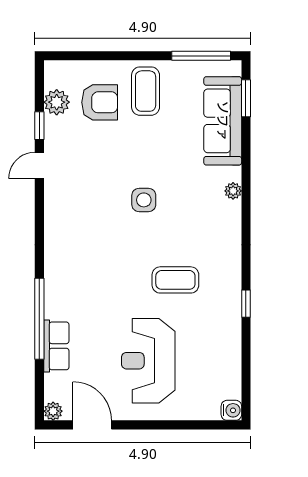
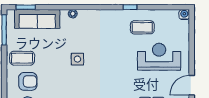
armchair: (100, 102) -> (28, 81), turned 90
coffee table: (175, 280) -> (142, 27), moved, turned 90
reception desk: (148, 361) -> (159, 57), turned 180

